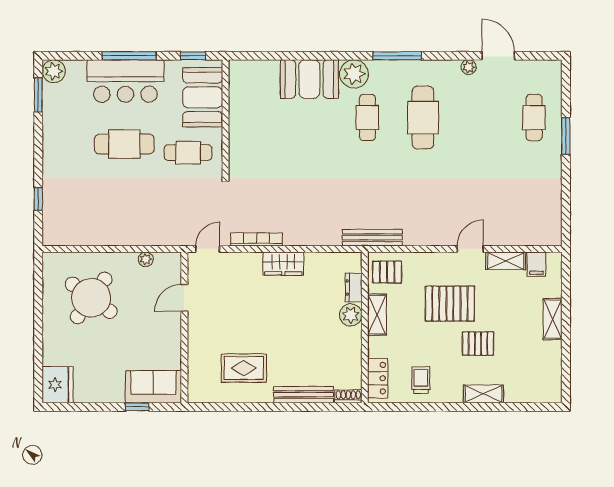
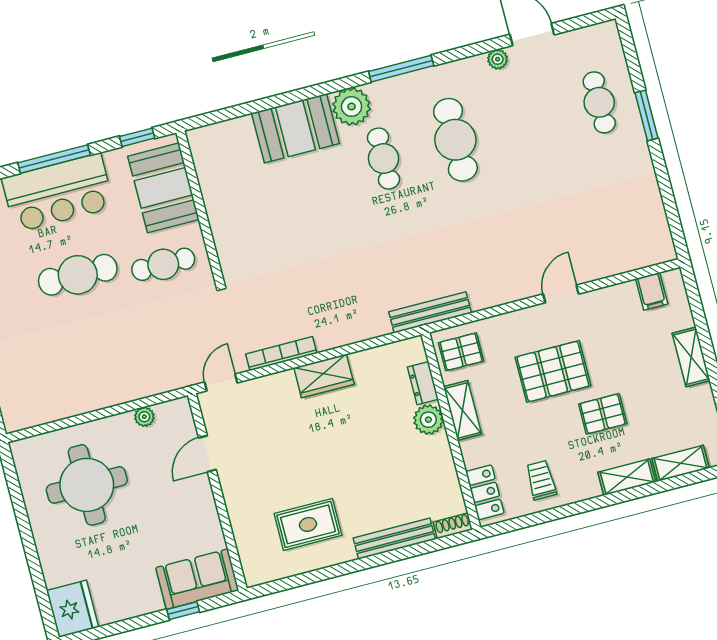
shelving: (506, 261) -> (680, 463), moved
round table: (91, 298) -> (87, 485), turned -36

